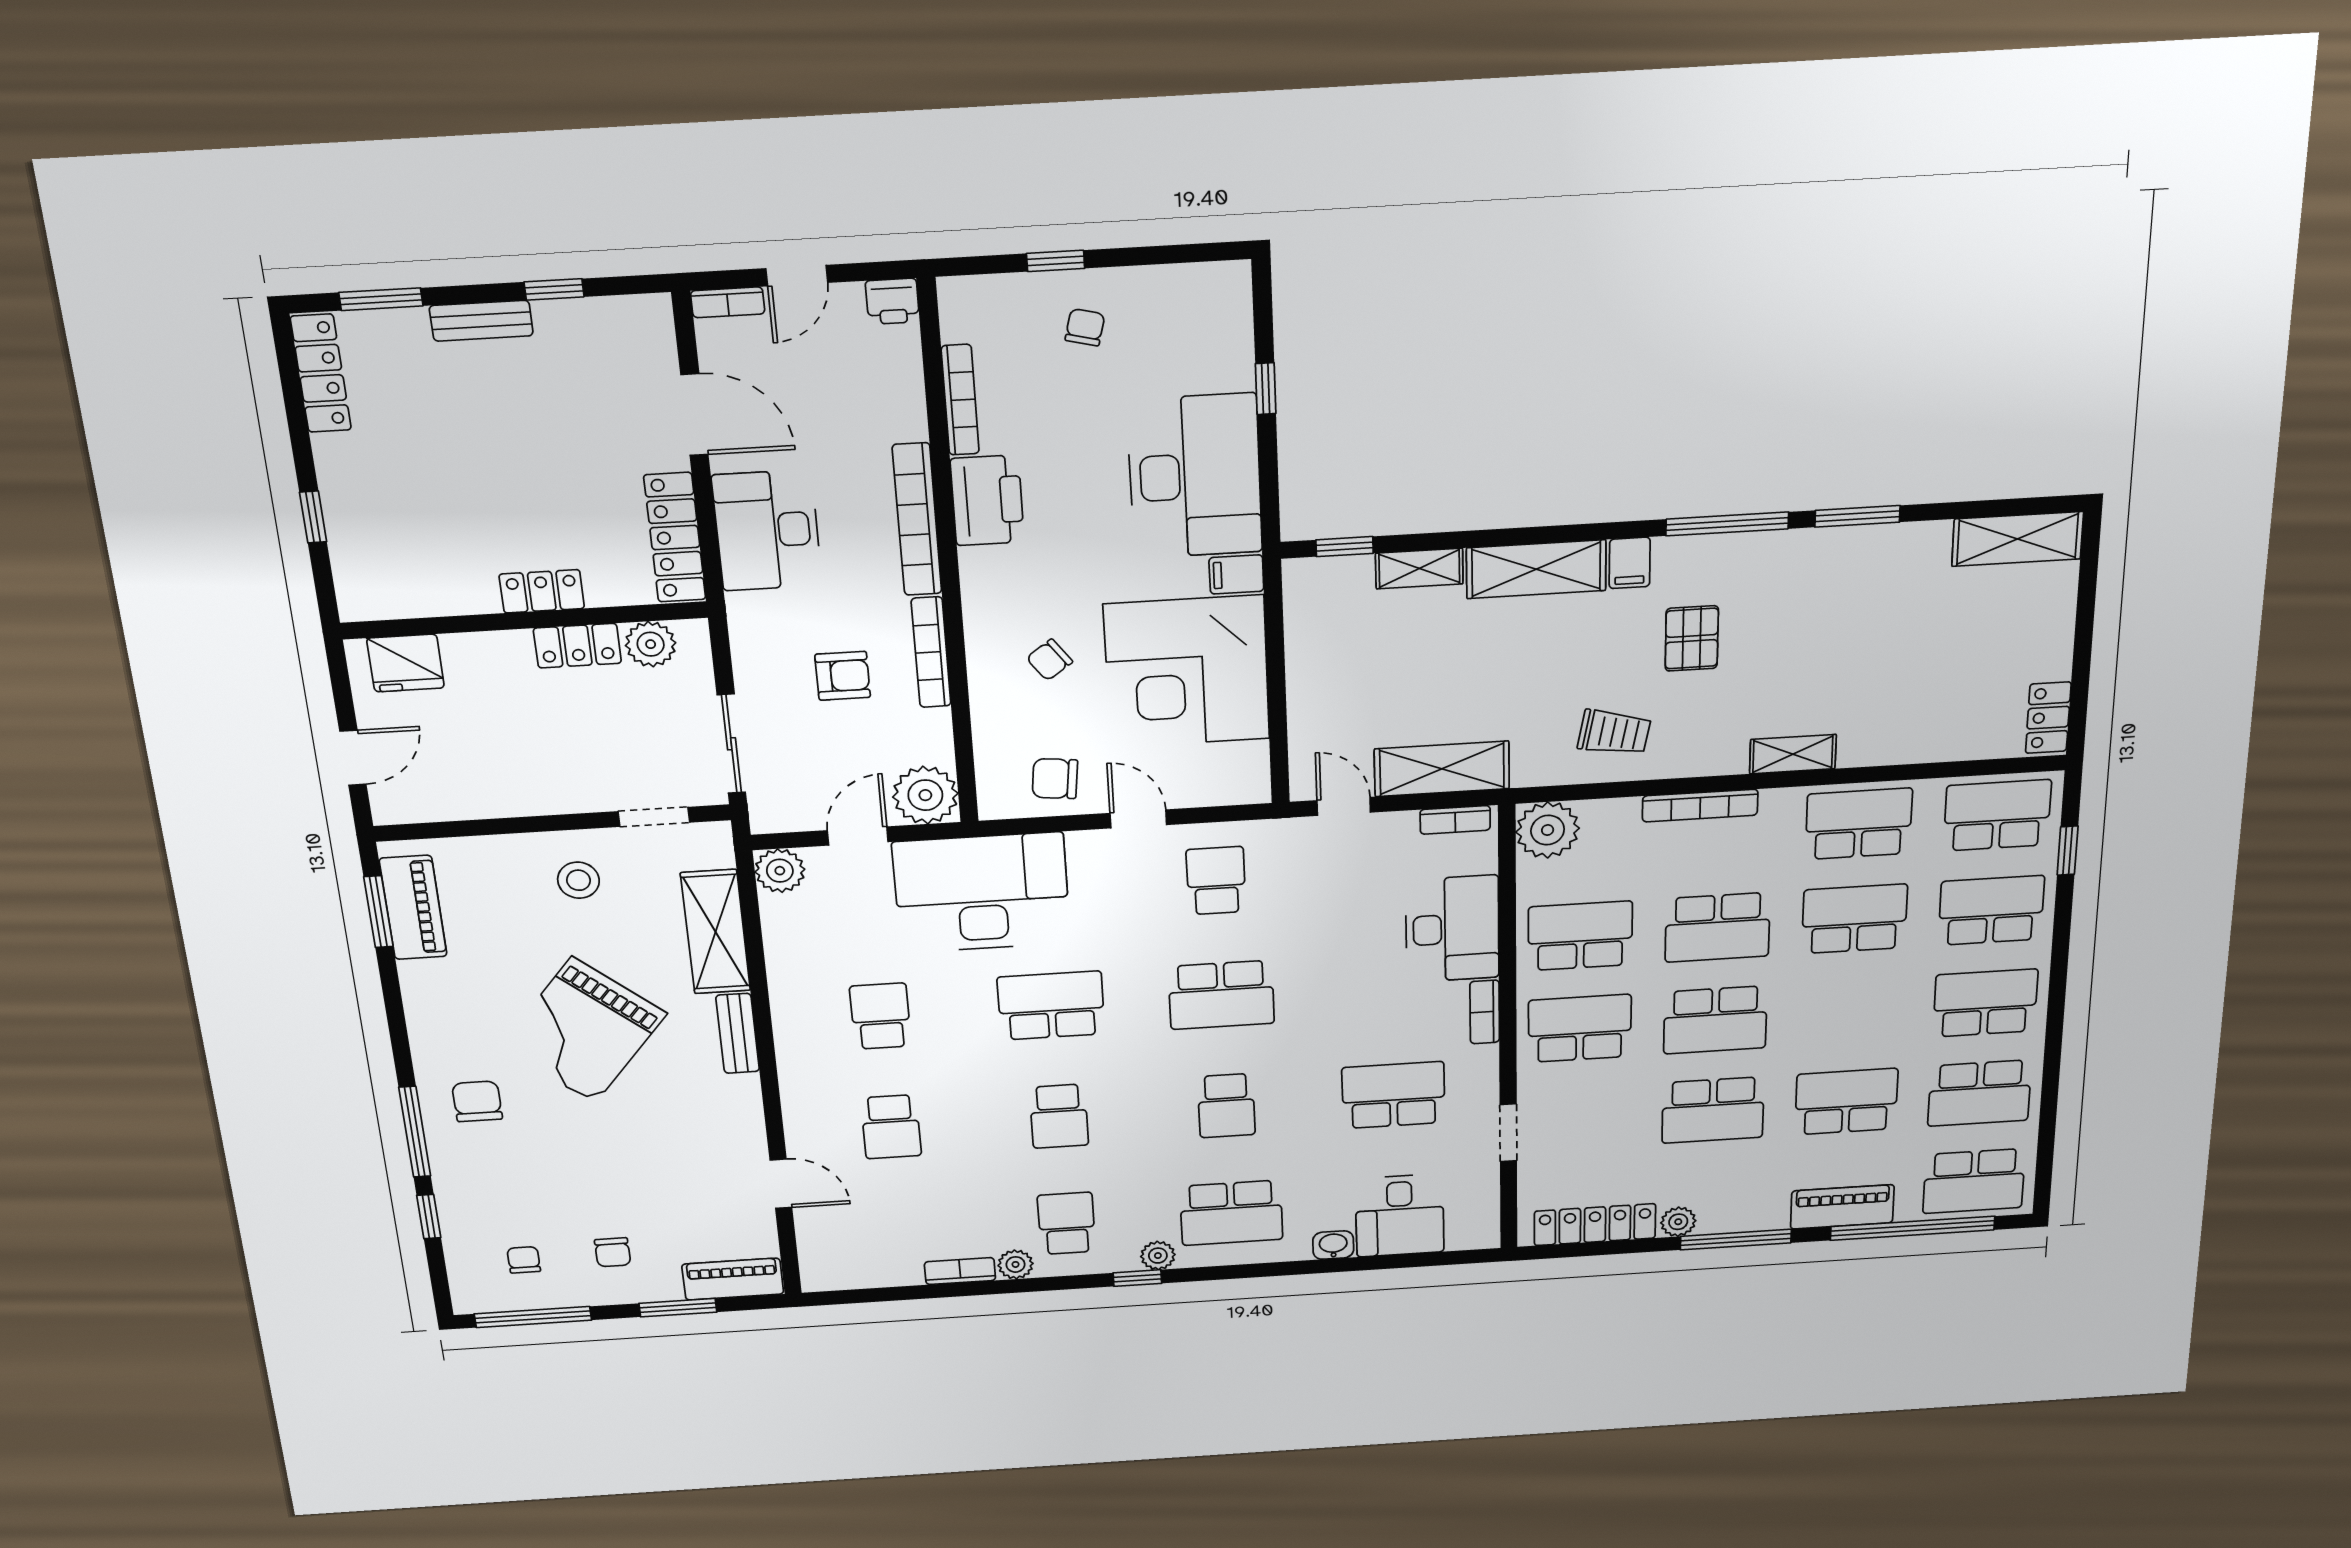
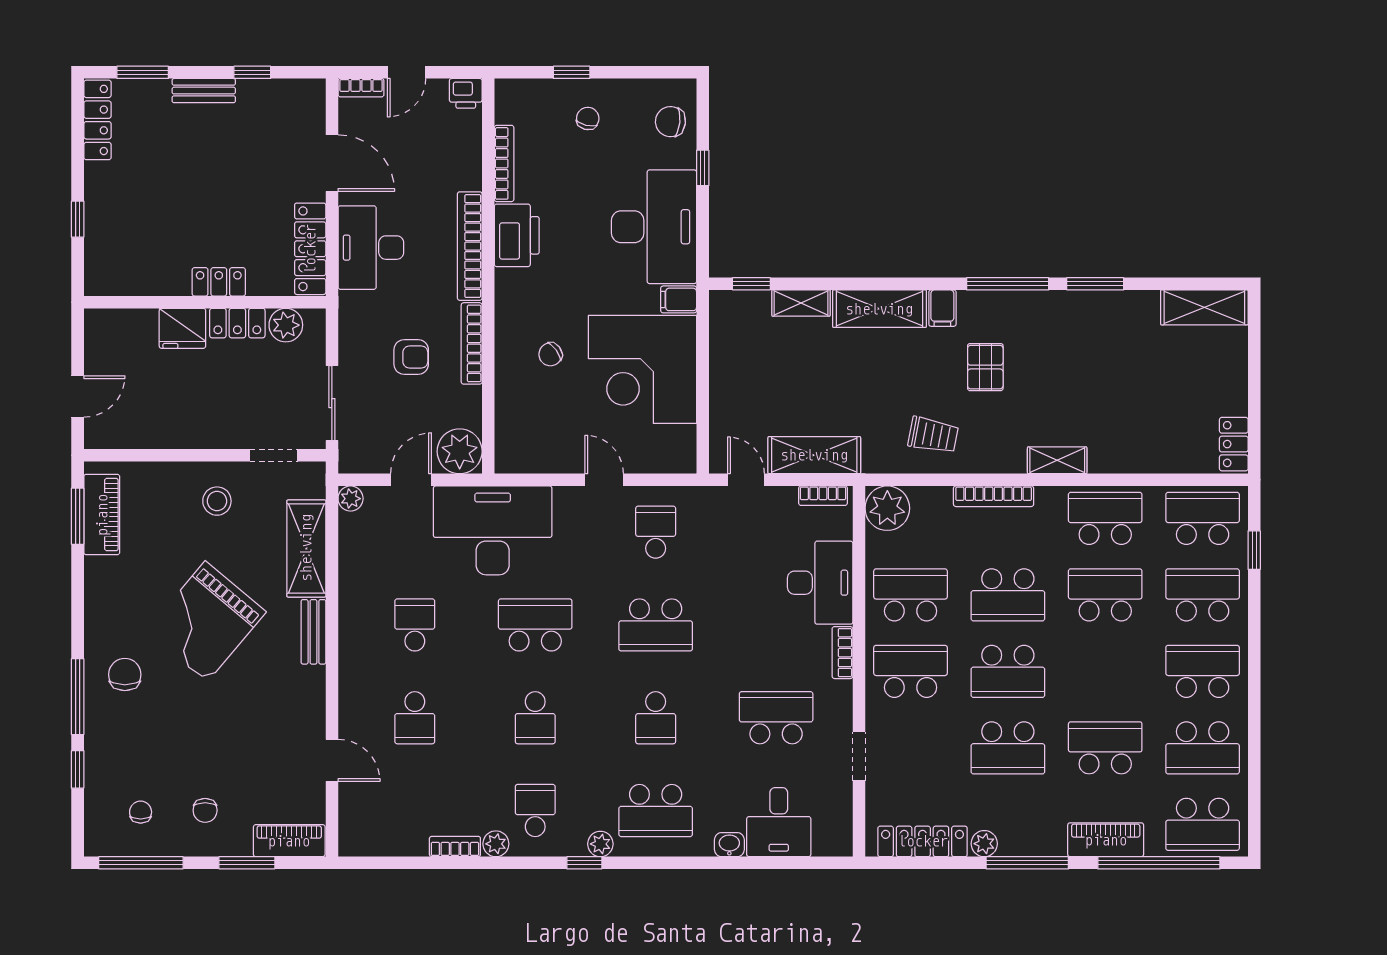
fridge: (406, 663) -> (182, 328), moved
chair: (1055, 779) -> (670, 122), moved
plant: (780, 871) -> (351, 499), width x0.73, depth x0.73

